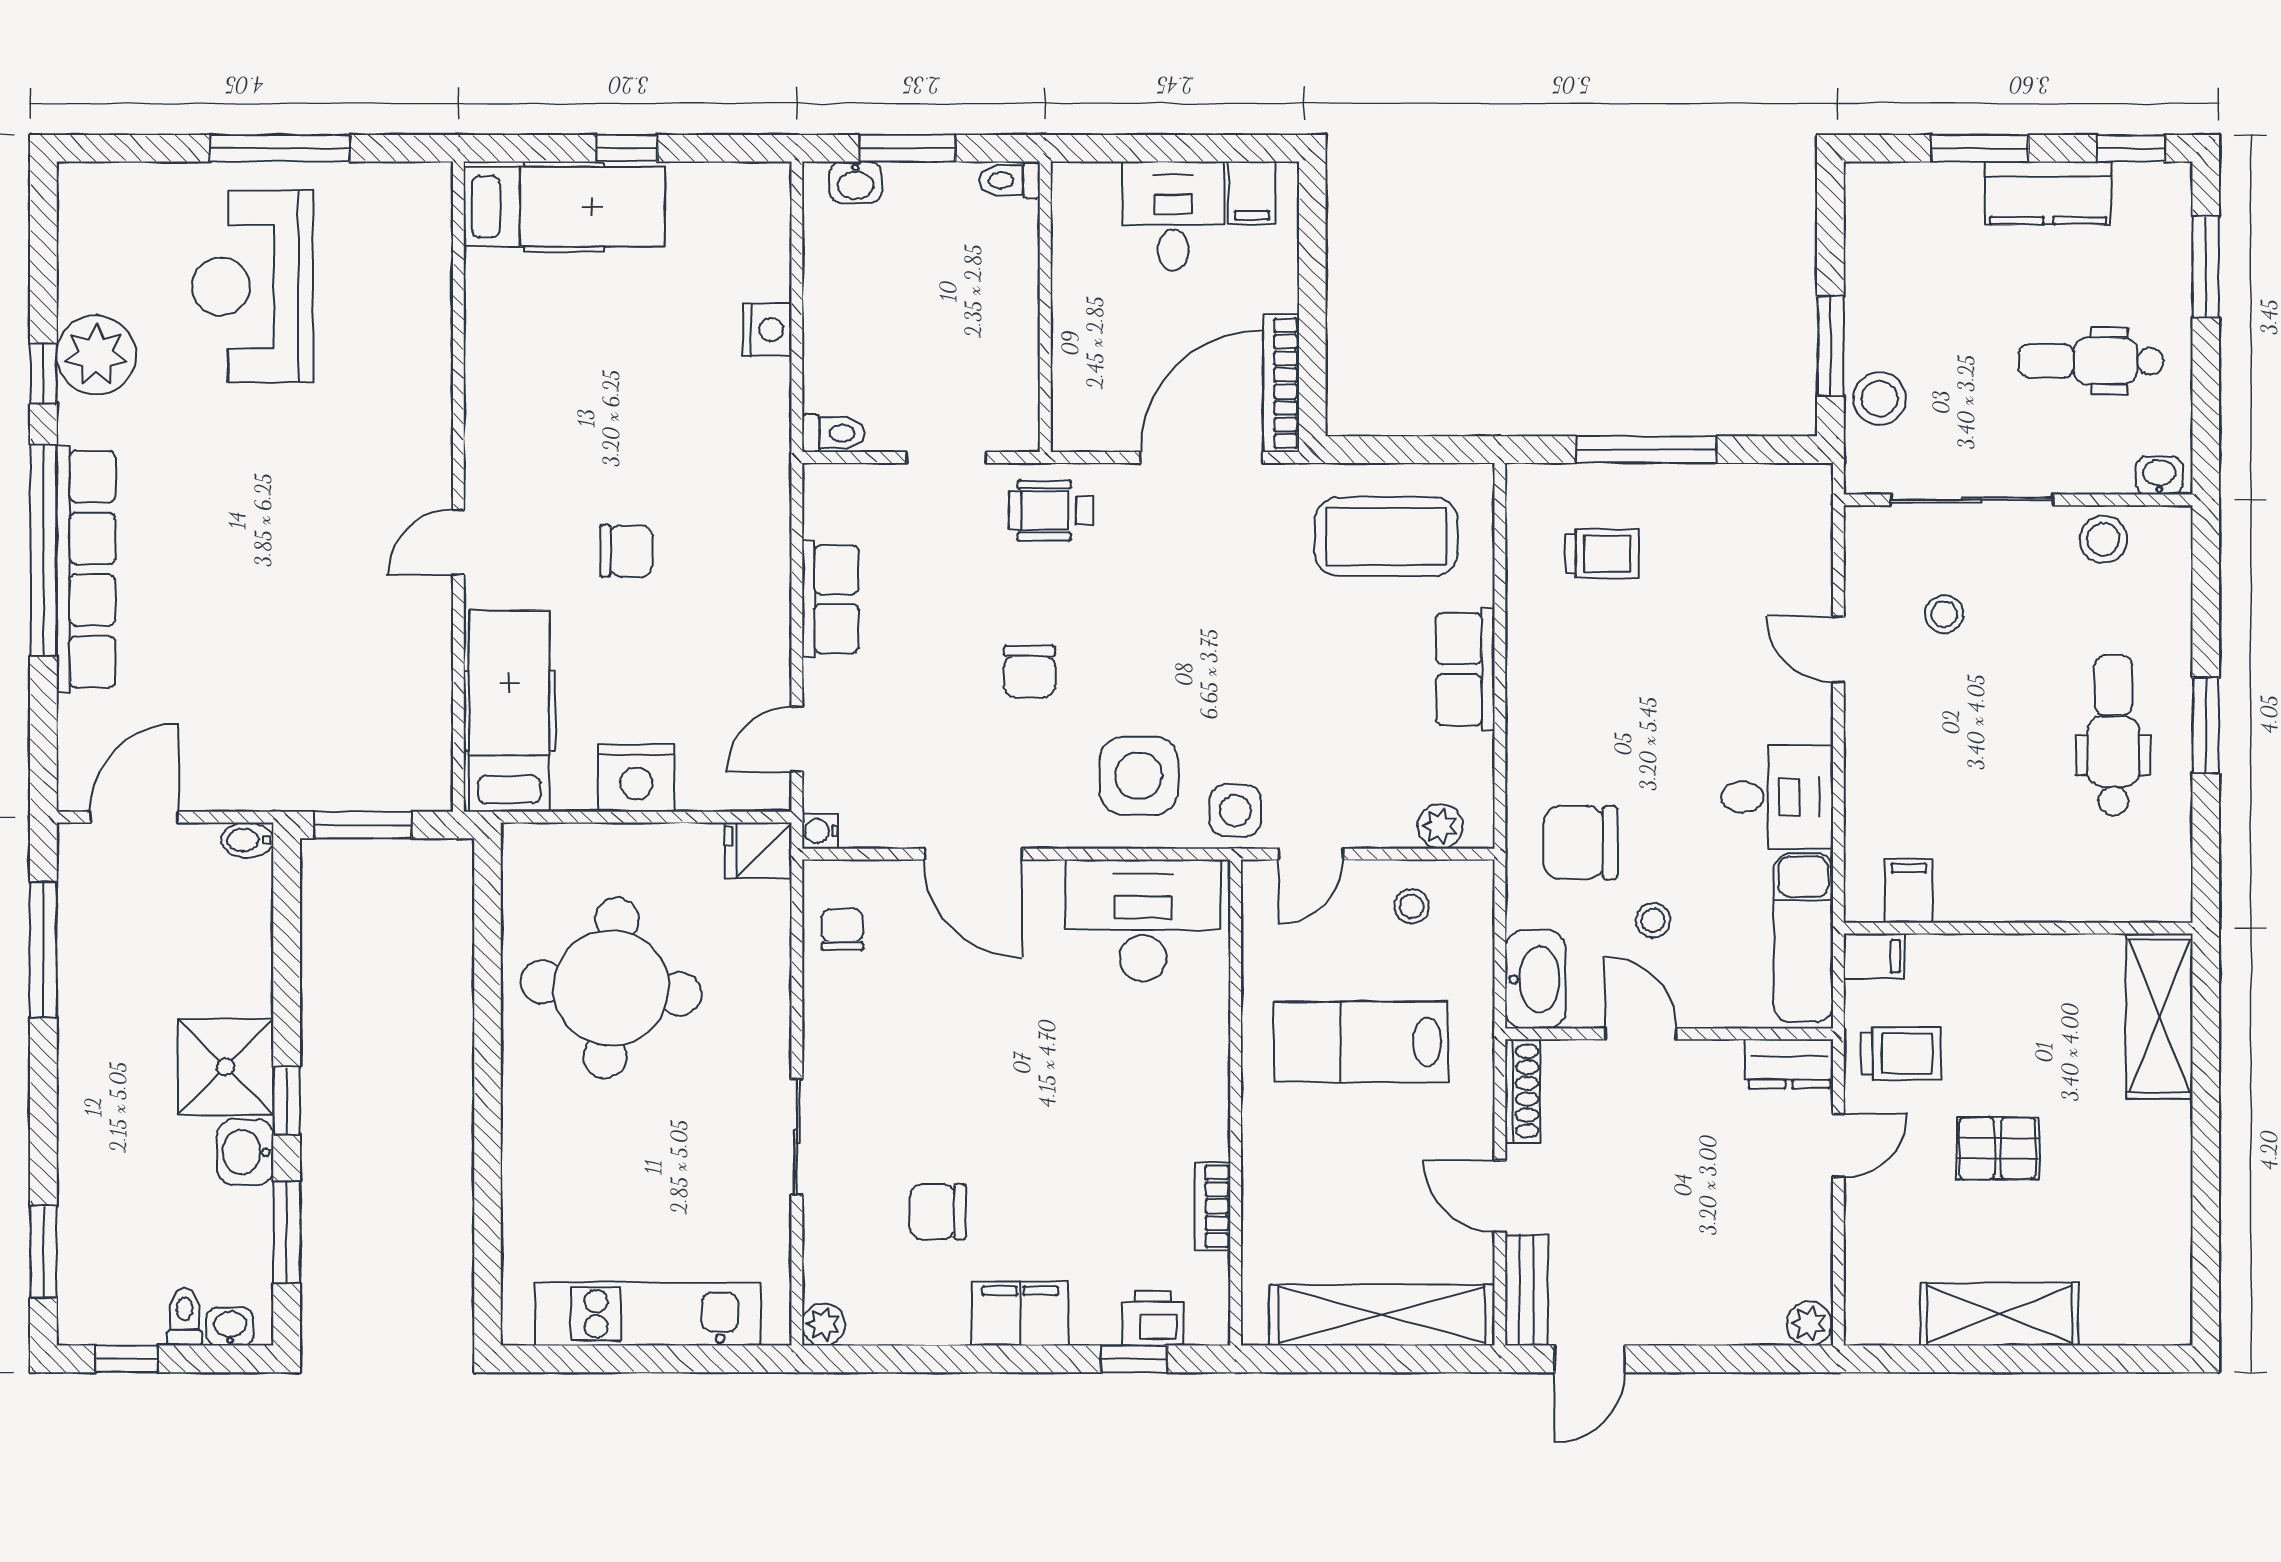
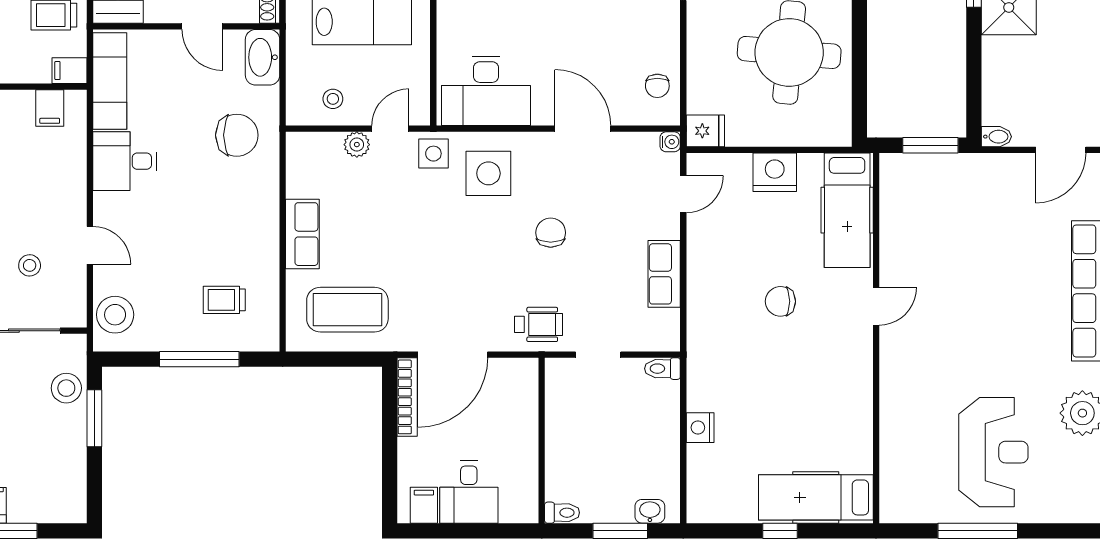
plant: (1440, 826) -> (357, 145), moved
stool: (1653, 920) -> (115, 315), moved, width x1.89, depth x1.89

